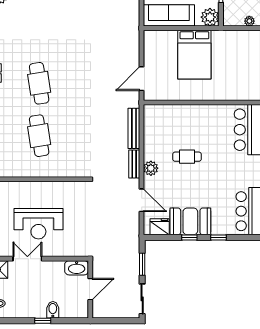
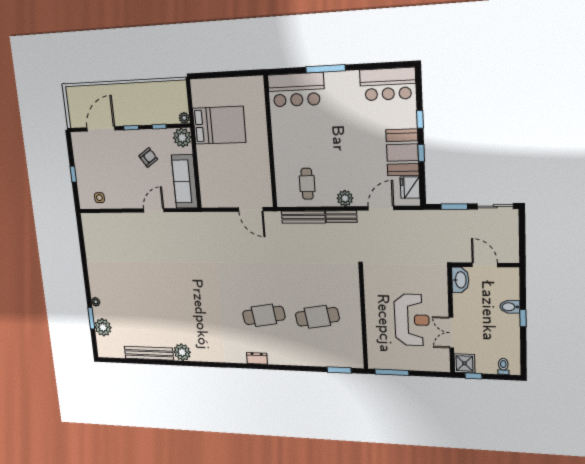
plant: (249, 21) -> (184, 118), moved
bed: (194, 55) -> (219, 125), moved
cafe table: (187, 157) -> (307, 184), moved

